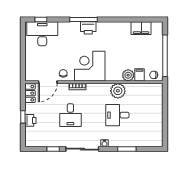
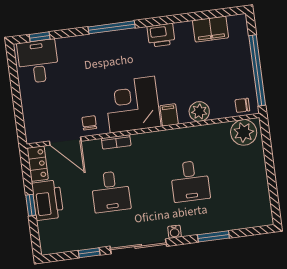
printer: (88, 28) -> (161, 35), moved
desk: (42, 34) -> (38, 61), width x0.73
filing cabinet: (139, 75) -> (169, 115), moved
door: (48, 82) -> (65, 141), hinge flipped
plant: (118, 91) -> (244, 132), moved
desk: (117, 115) -> (190, 181), turned -90
printer: (30, 120) -> (48, 200), width x1.87, depth x1.48

